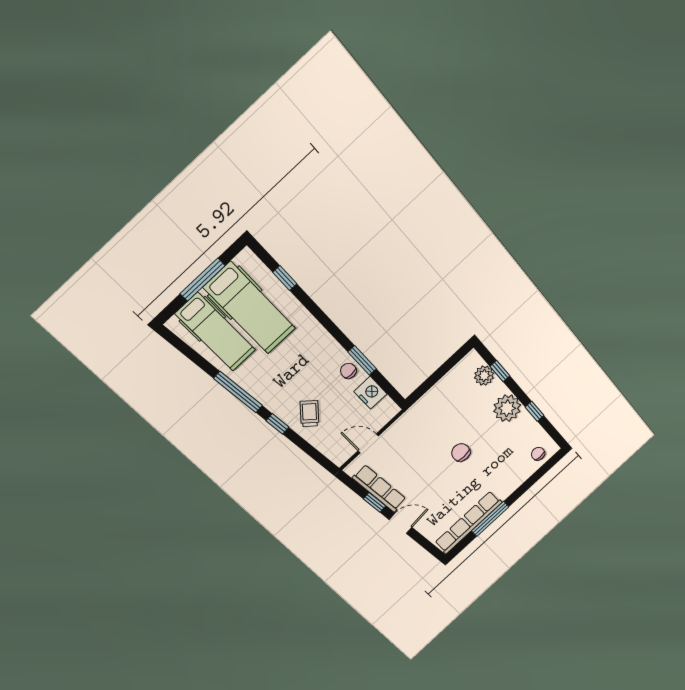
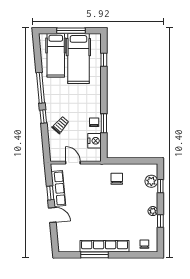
plant: (507, 408) -> (153, 211), width x0.53, depth x0.53
chair: (461, 452) -> (117, 179), moved
row of seats: (468, 523) -> (105, 246), moved

